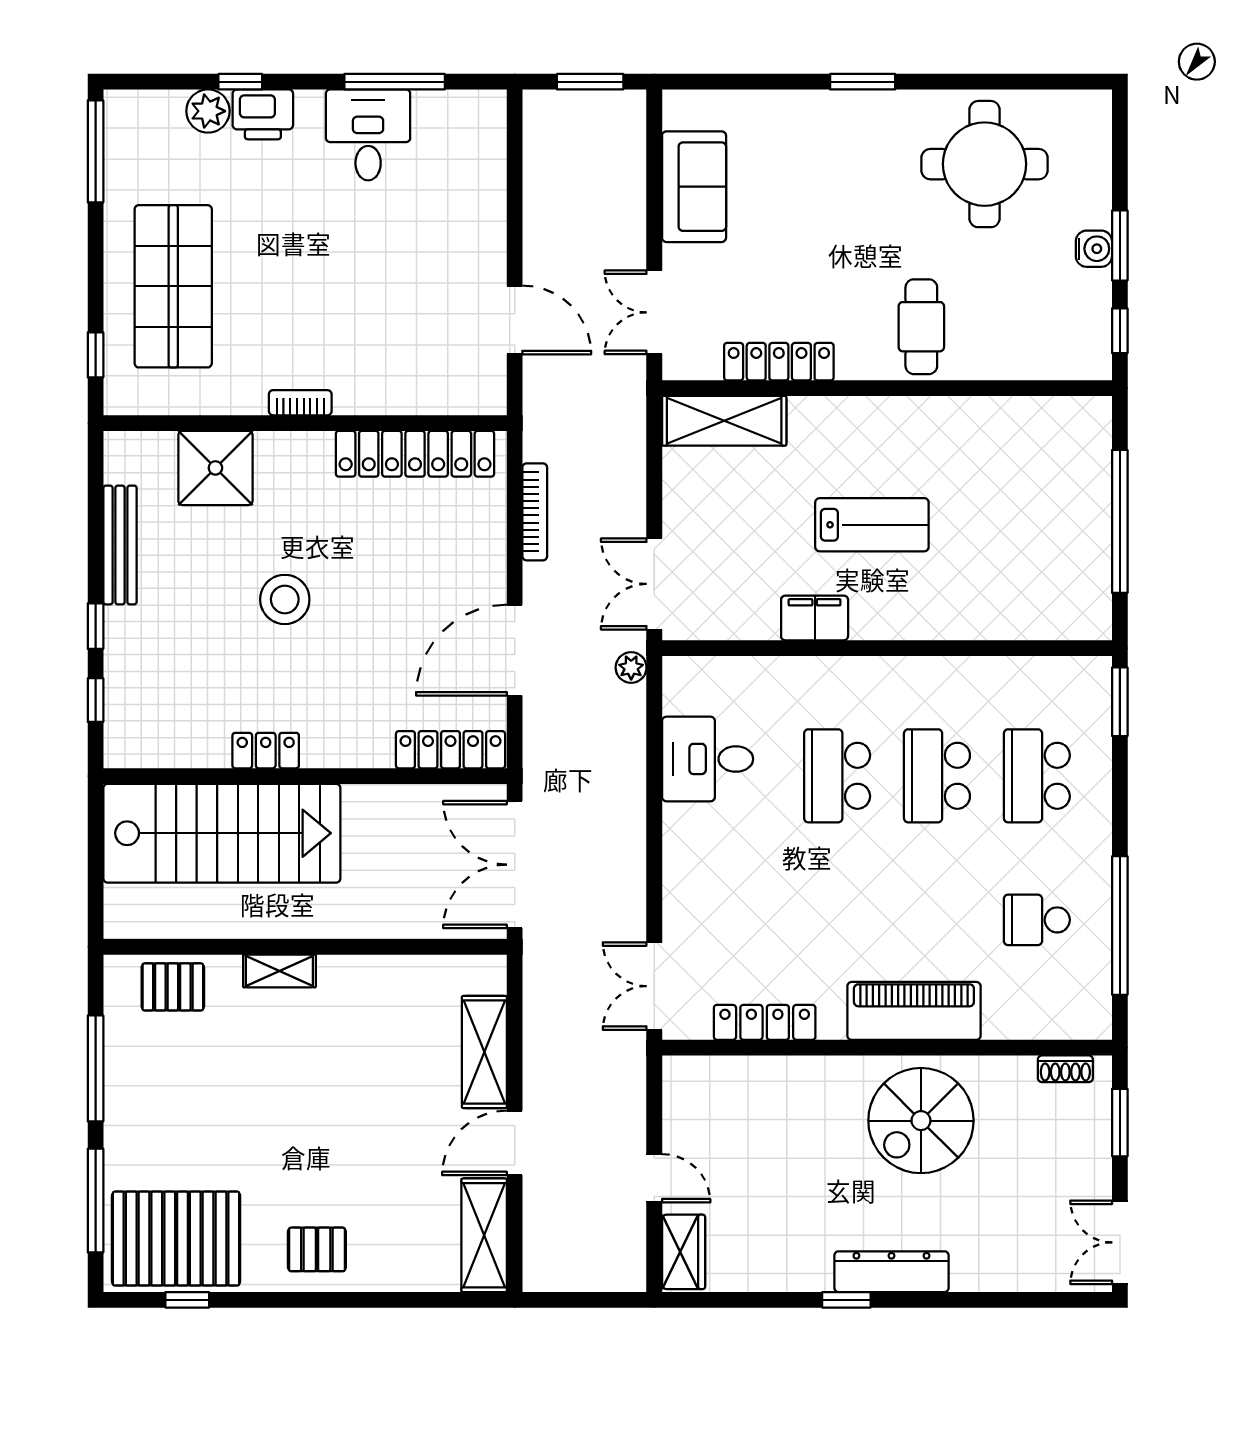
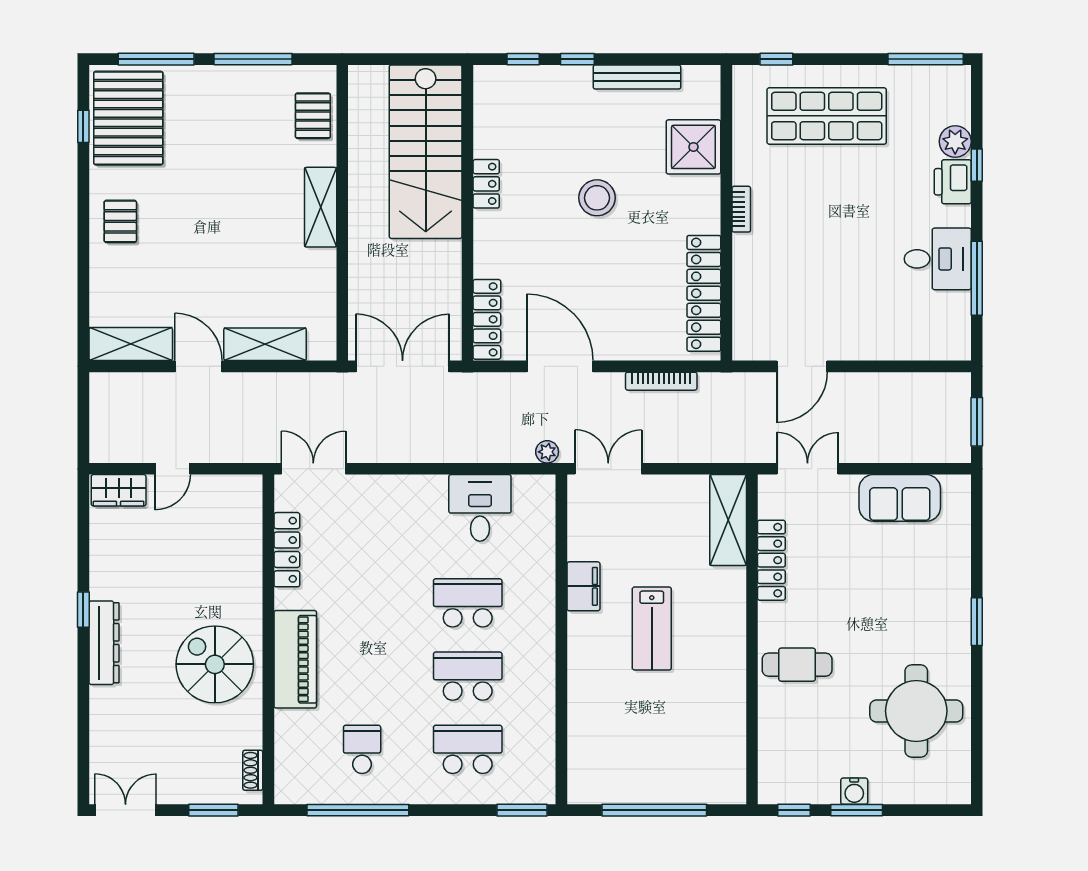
shelving: (279, 971) -> (321, 207), width x1.50, depth x1.33

